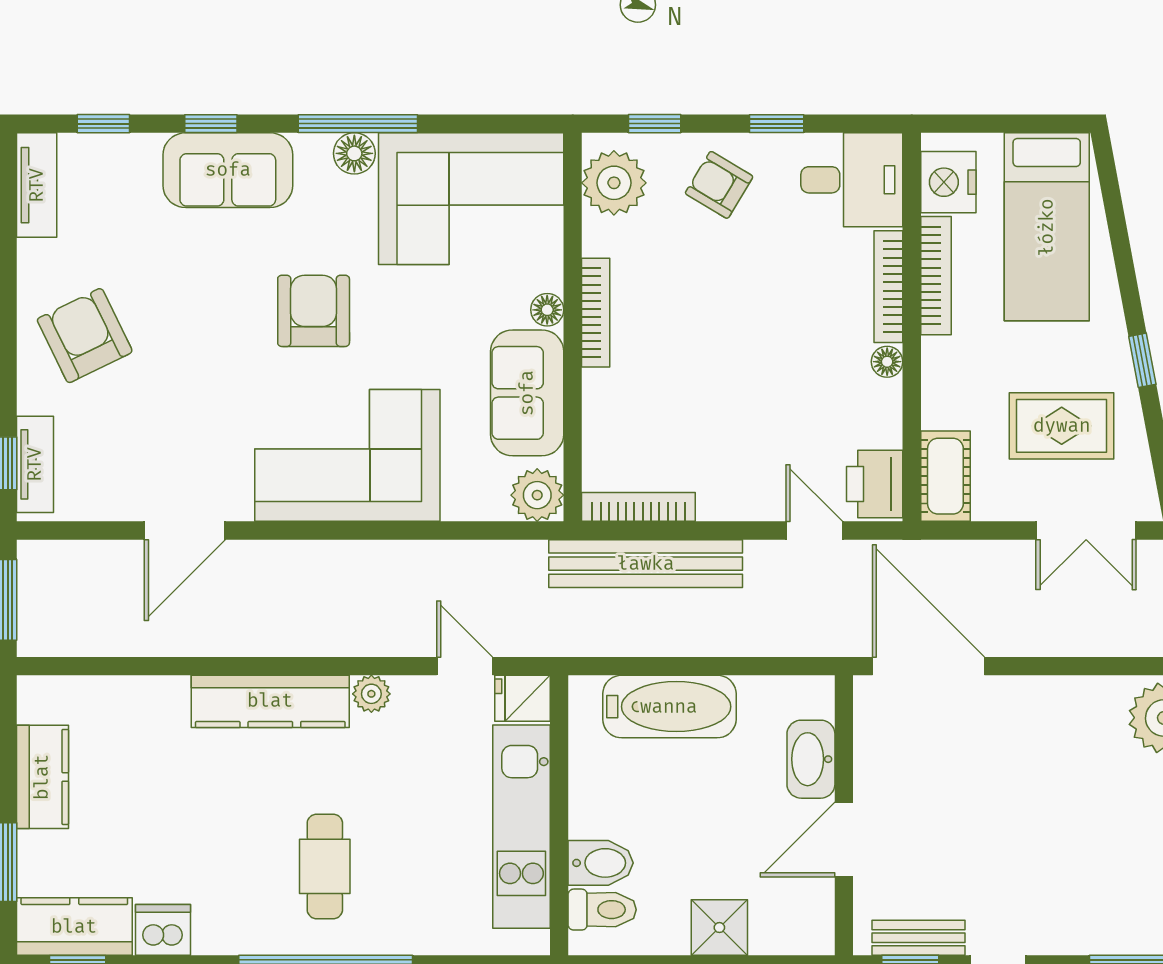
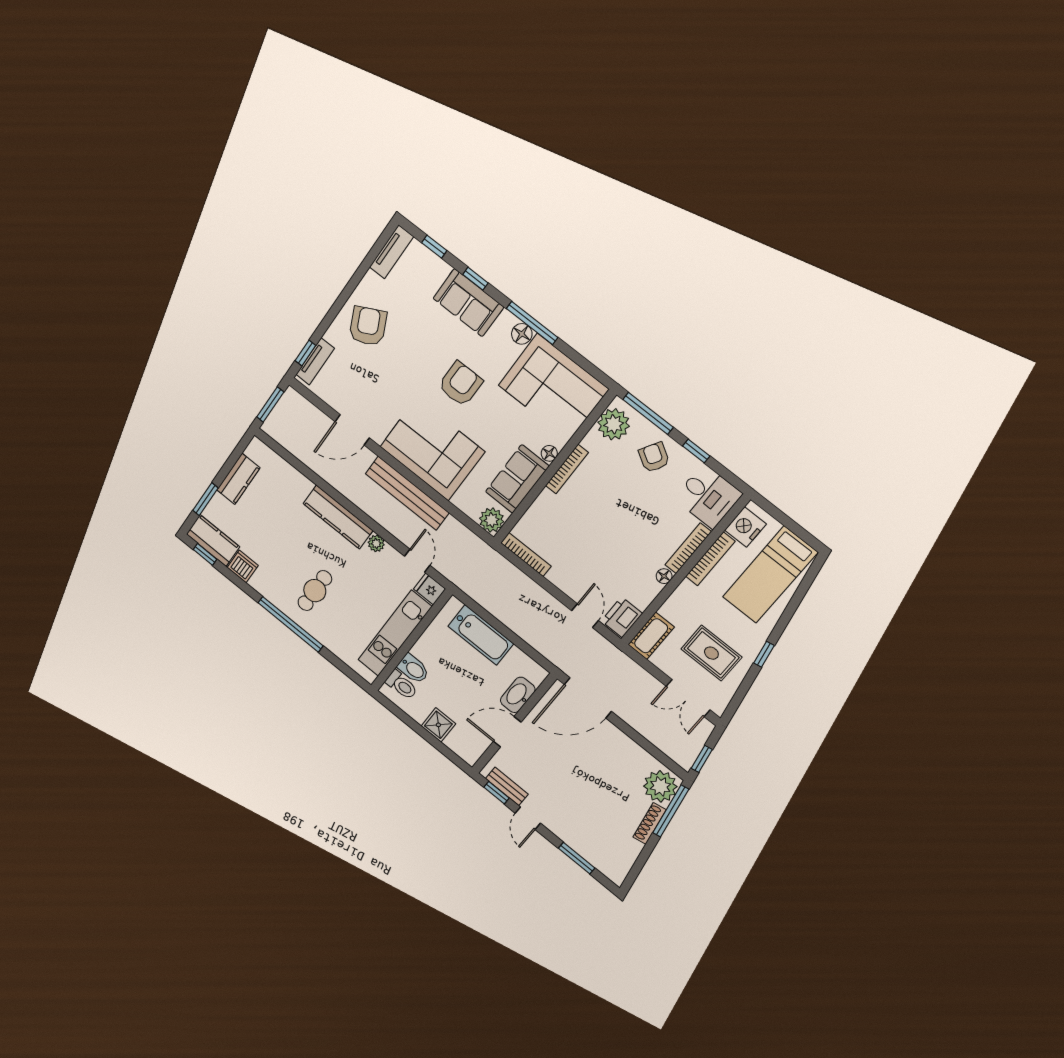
window: (655, 124) -> (648, 413), width x2.17
bench: (646, 564) -> (407, 493), moved
door: (928, 666) -> (588, 698), swing flipped

